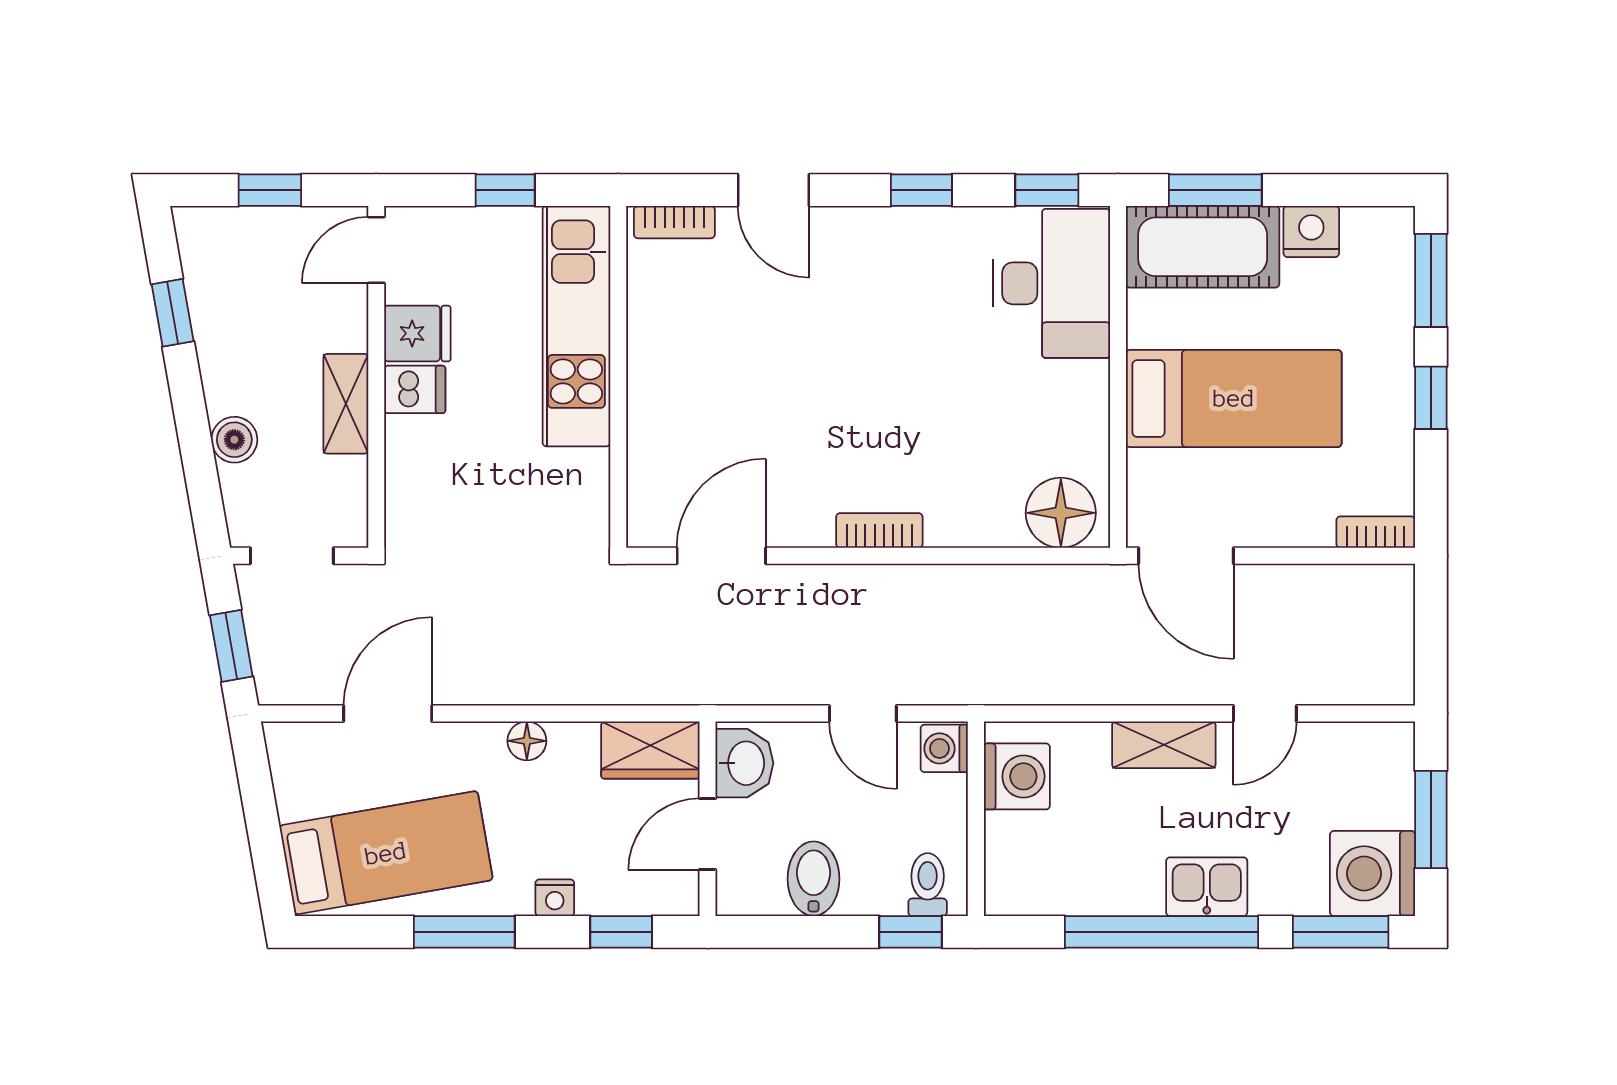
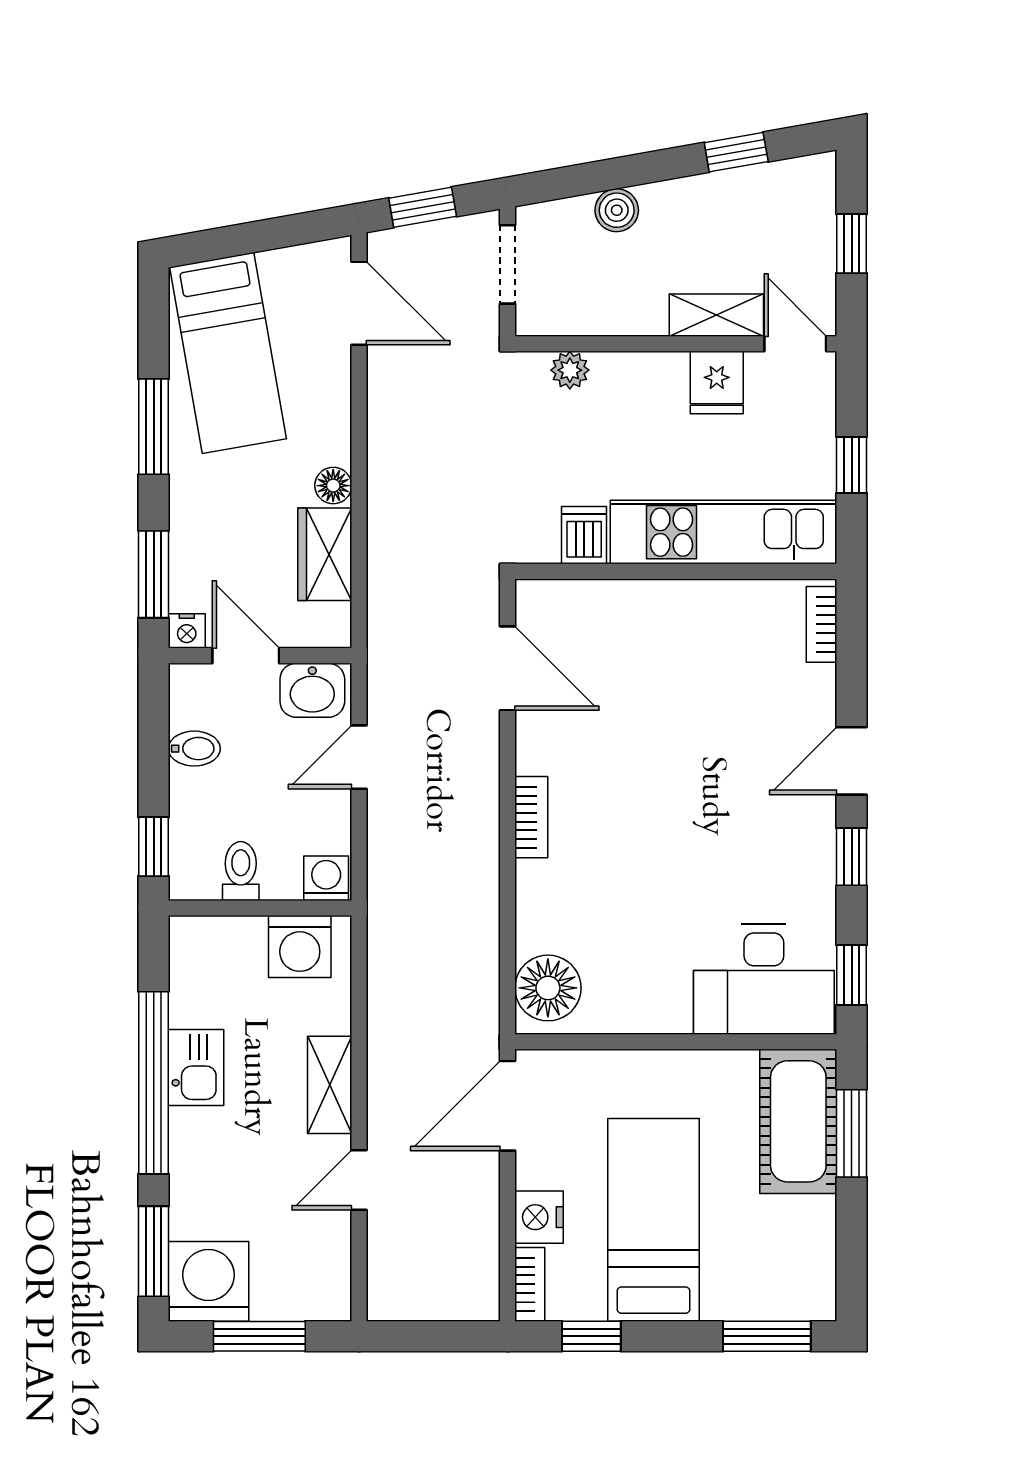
door: (774, 190) -> (852, 761), moved
nightstand: (1311, 232) -> (539, 1217), moved, turned 180
dishwasher: (415, 389) -> (584, 535), moved, turned 180
bed: (1234, 398) -> (654, 1220), moved, turned 180
window: (1431, 398) -> (591, 1336), moved
shelving: (346, 404) -> (716, 315), moved
plant: (404, 490) -> (570, 370), added
door: (388, 714) -> (359, 303), moved
door: (863, 714) -> (359, 757), moved
door: (1265, 714) -> (359, 1180), hinge flipped
wardrobe: (650, 750) -> (325, 554), moved
bidet: (814, 879) -> (194, 749), width x0.72, depth x0.74
toilet: (928, 885) -> (241, 871), moved, turned -90
kitchen sink: (1207, 887) -> (196, 1068), moved
nightstand: (555, 898) -> (187, 631), moved, turned -90
window: (621, 932) -> (154, 574), width x1.50

